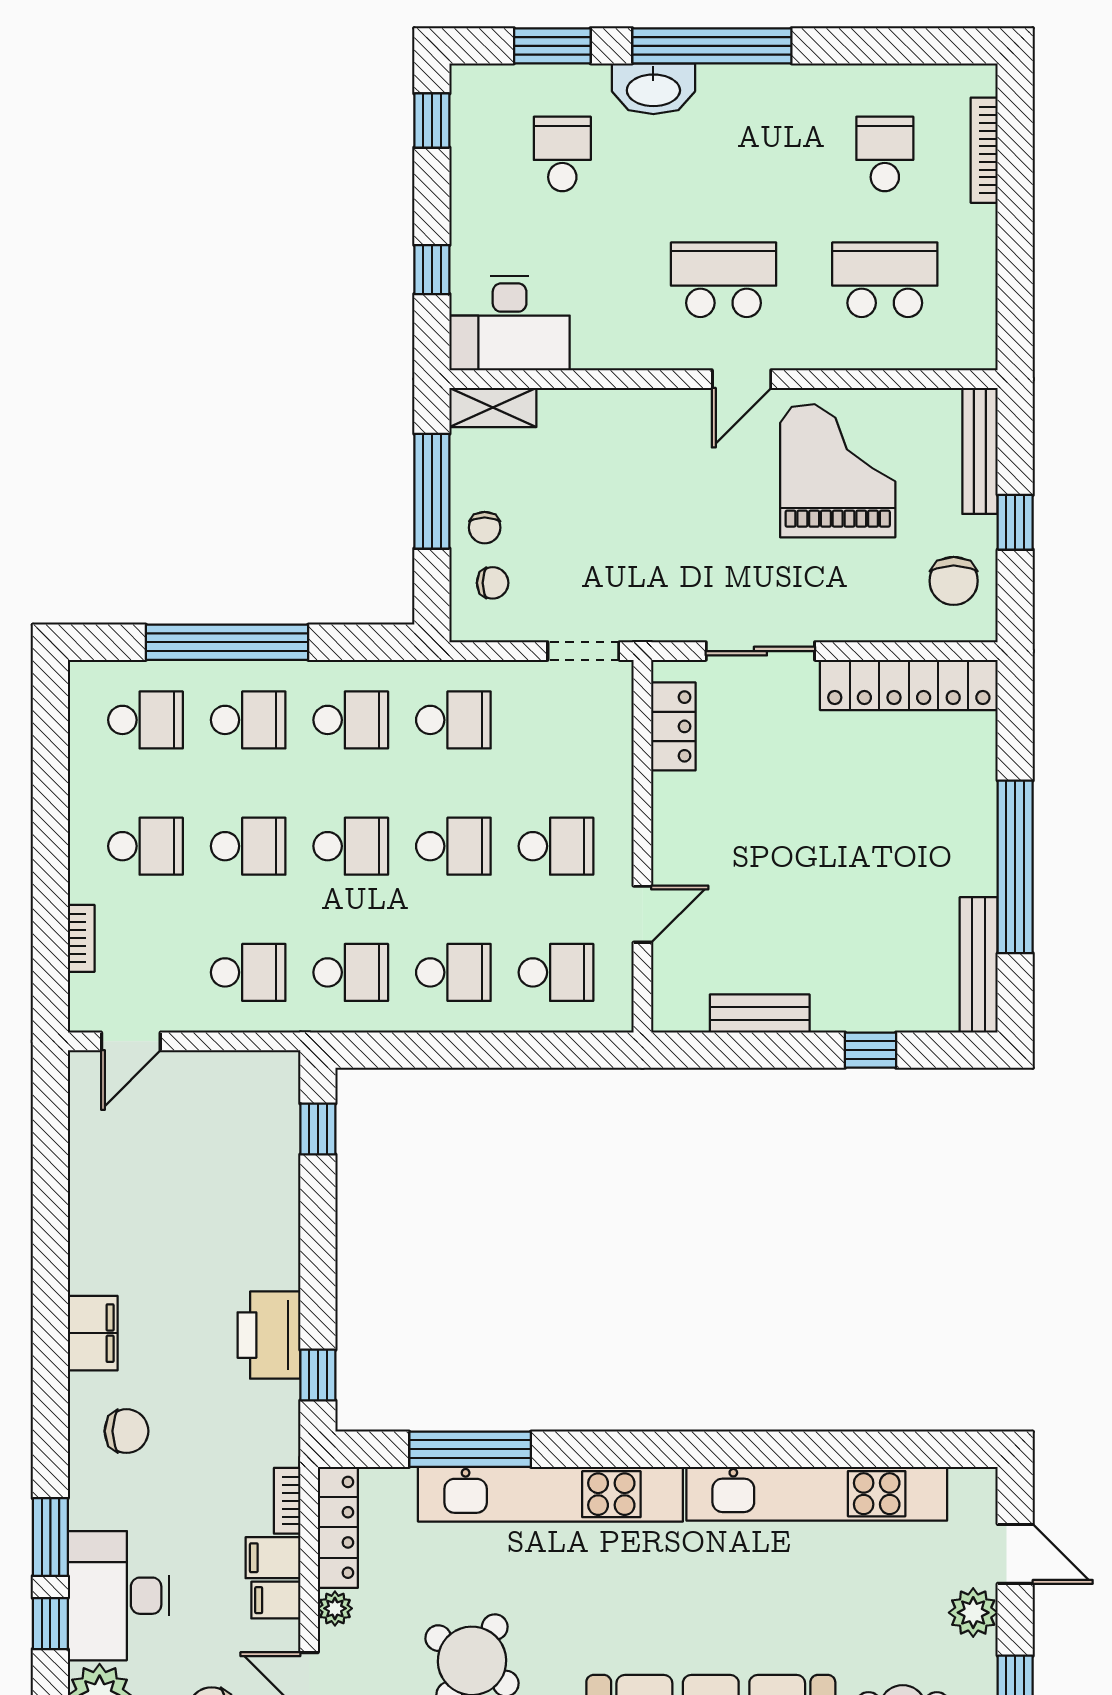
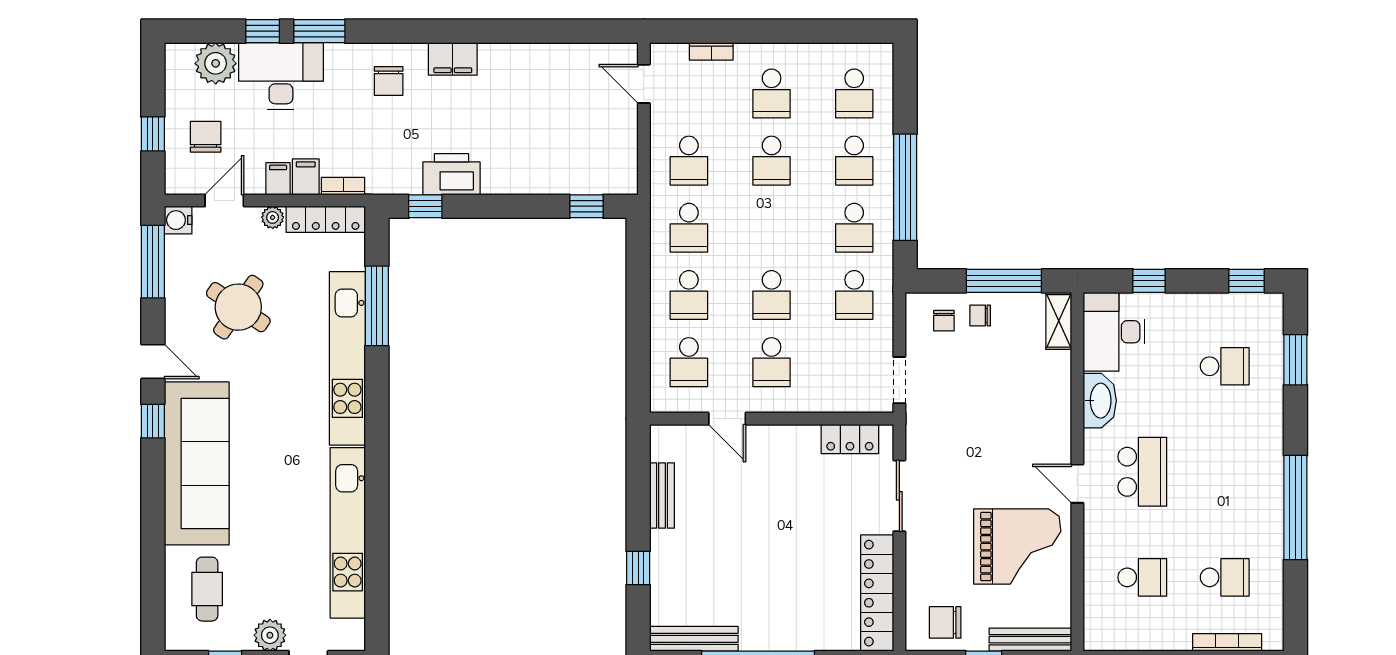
window: (712, 46) -> (1295, 508), moved
washbasin: (653, 89) -> (1100, 401), moved, turned 180
school desk: (885, 280) -> (1142, 577), width x0.54
window: (227, 642) -> (905, 187), moved
school desk: (351, 846) -> (772, 228), removed

